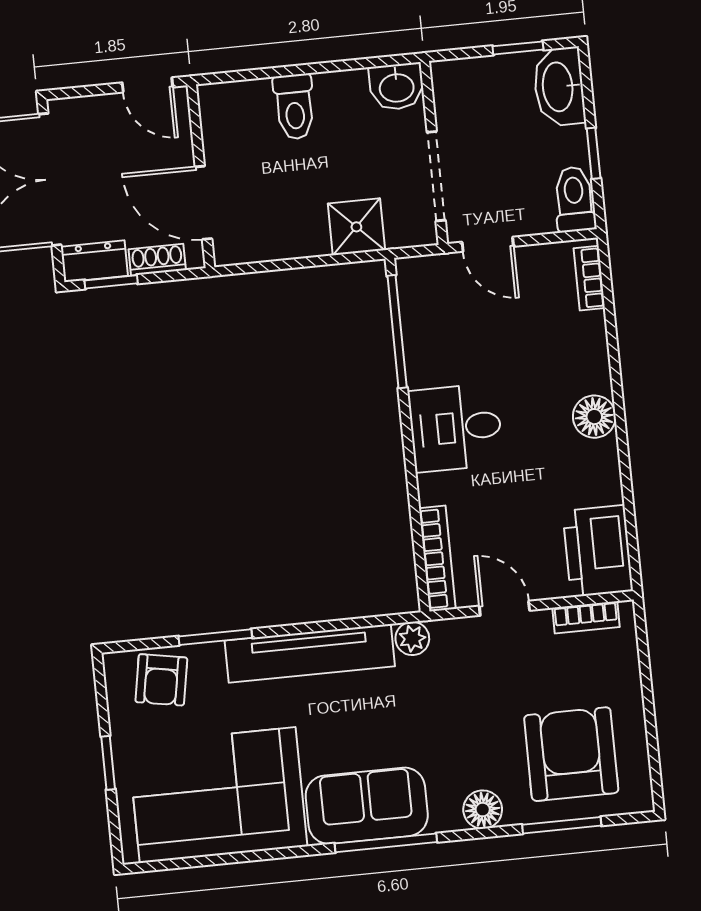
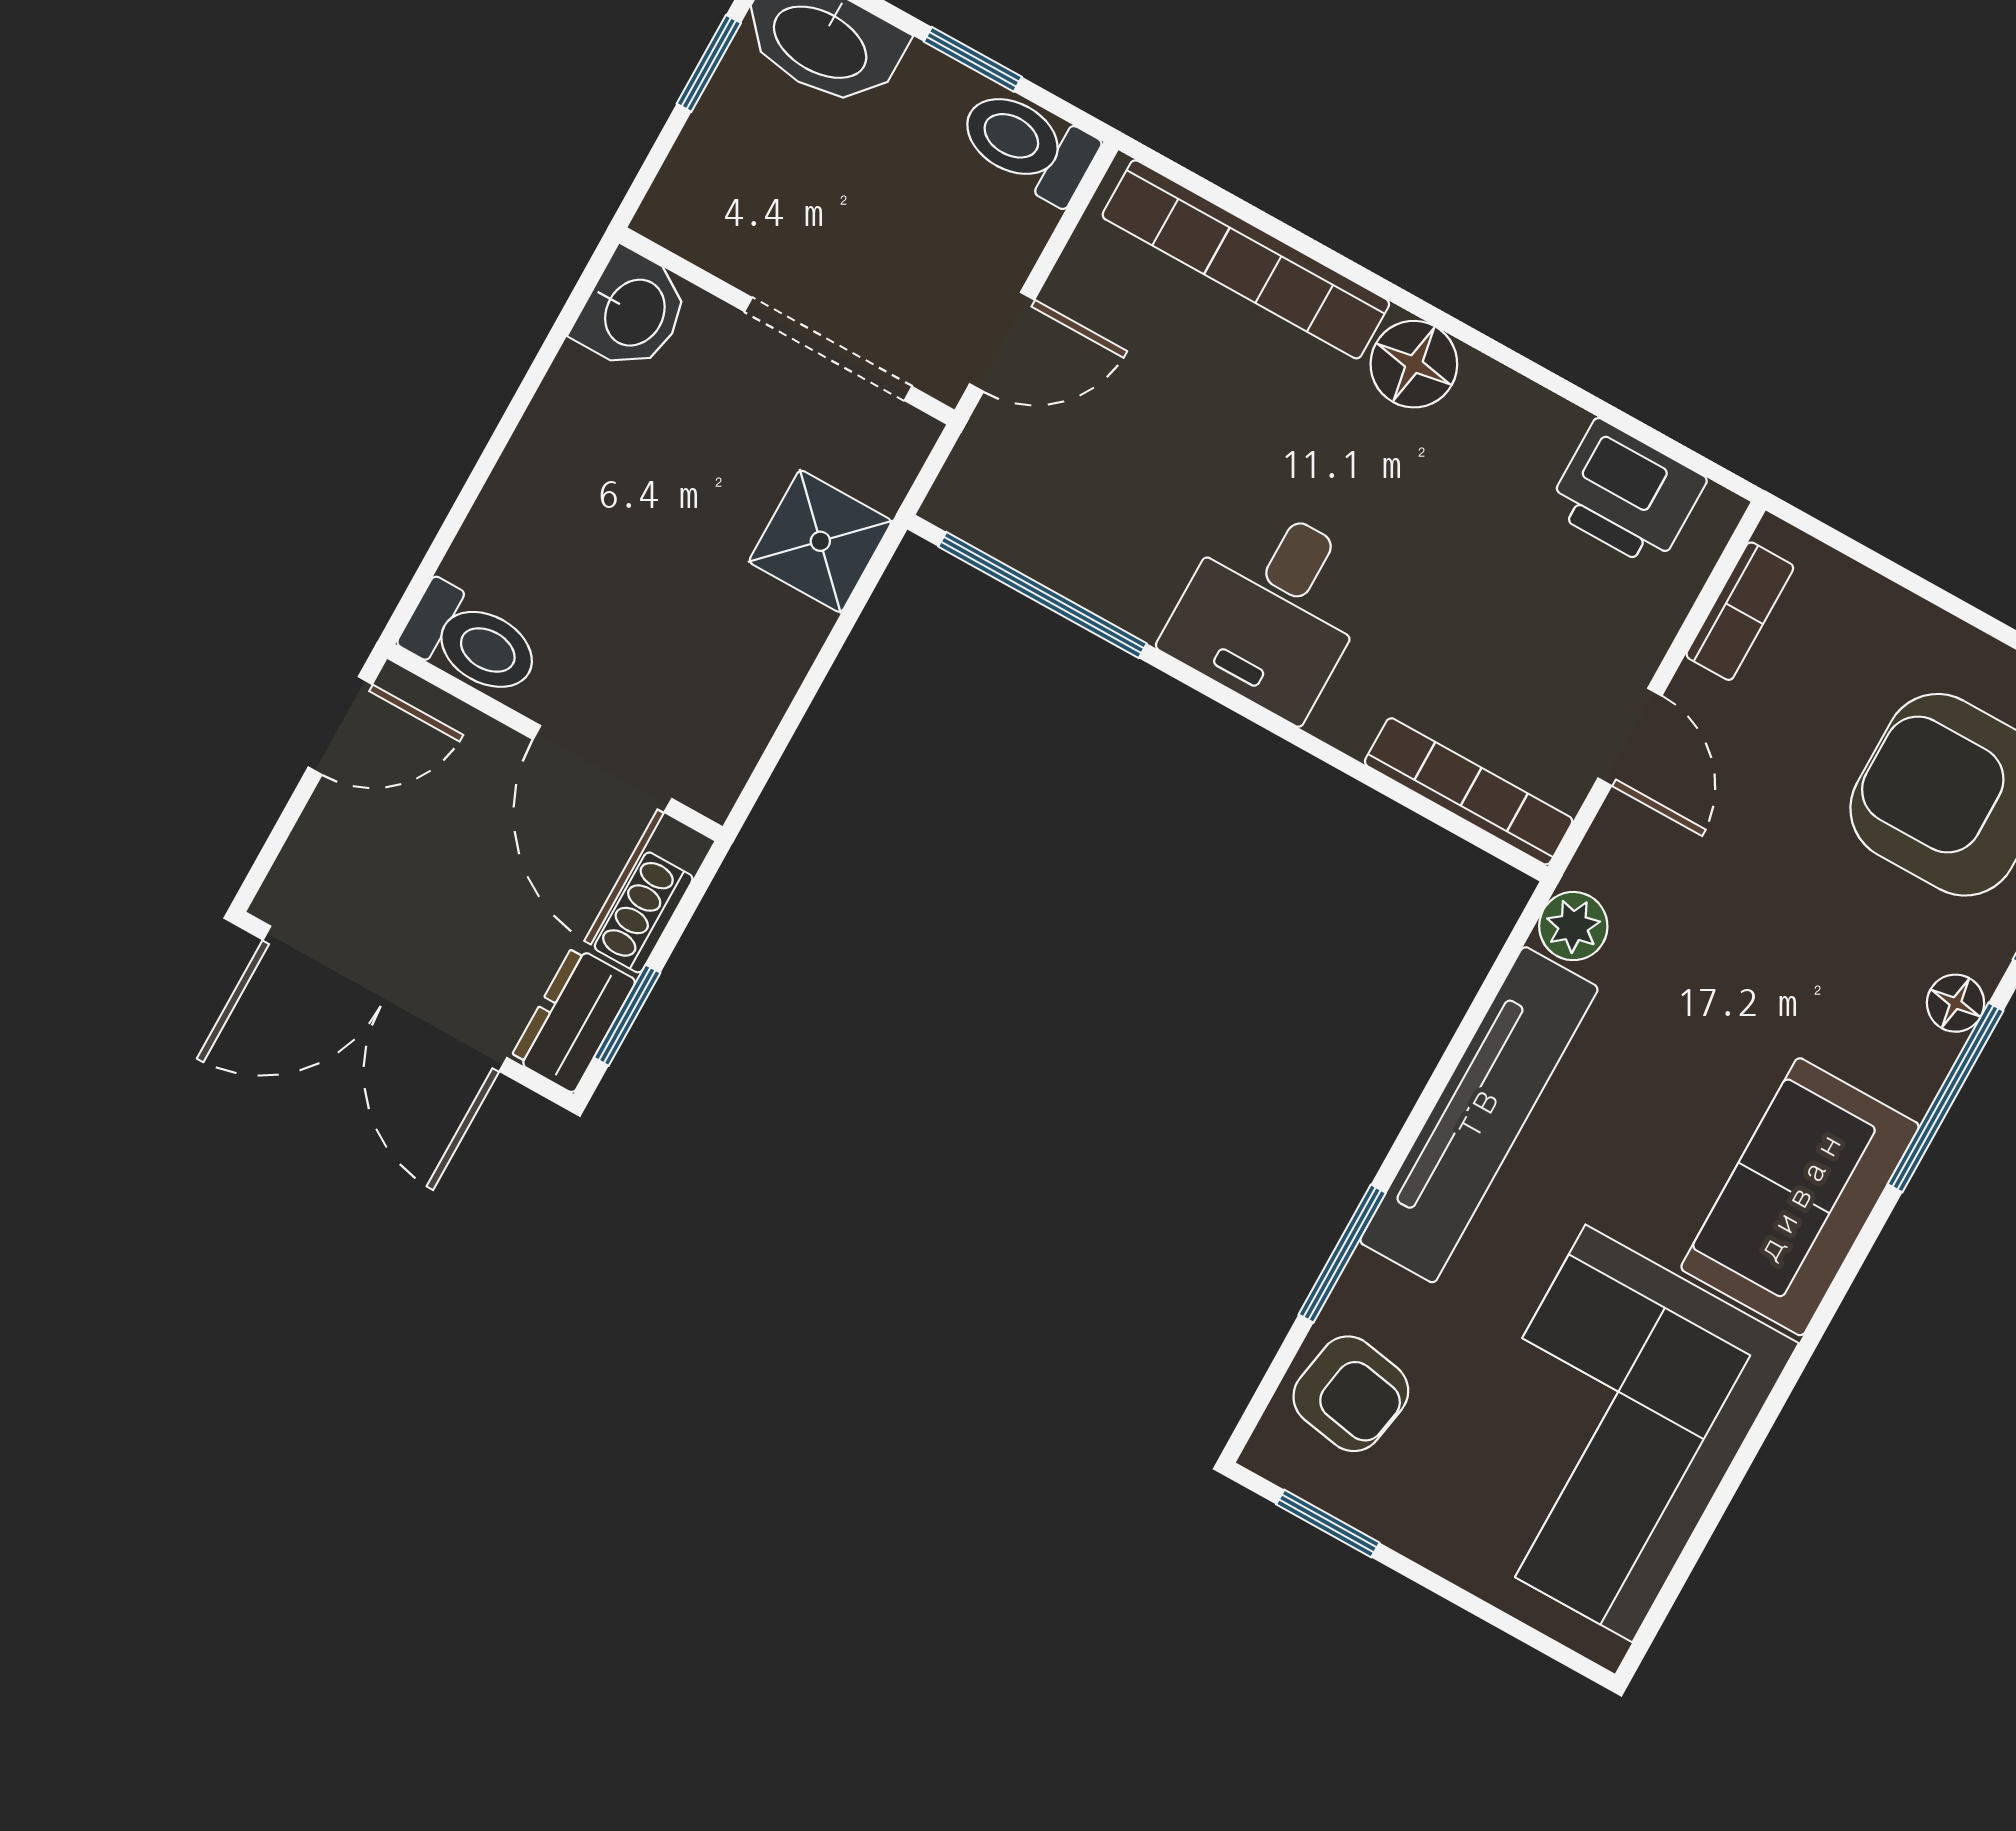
toilet: (294, 107) -> (472, 641), moved
door: (203, 203) -> (602, 769), hinge flipped
bookcase: (589, 278) -> (1246, 259), width x2.31, depth x1.31
printer: (598, 551) -> (1627, 494), width x0.73, depth x0.84
door: (504, 608) -> (1630, 737), swing flipped
window: (108, 763) -> (1328, 1523), moved
floor lamp: (483, 810) -> (1956, 1003), width x0.73, depth x0.73
window: (386, 843) -> (1946, 1097), moved

